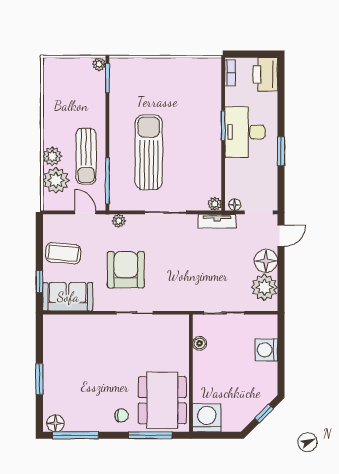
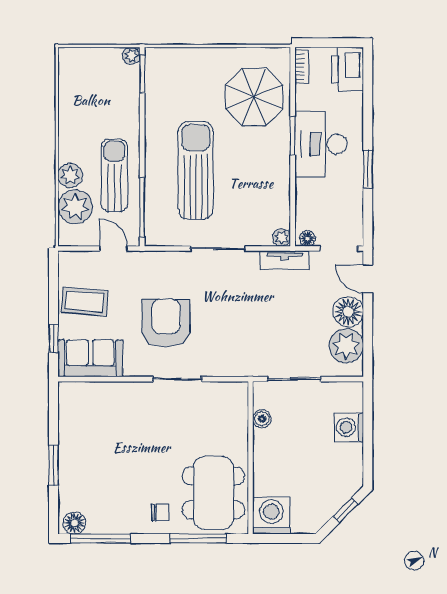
parasol: (194, 96) -> (254, 97), added
sun lounger: (86, 156) -> (114, 175), turned 180
plant: (119, 221) -> (157, 259), removed
door: (281, 236) -> (368, 279), swing flipped

